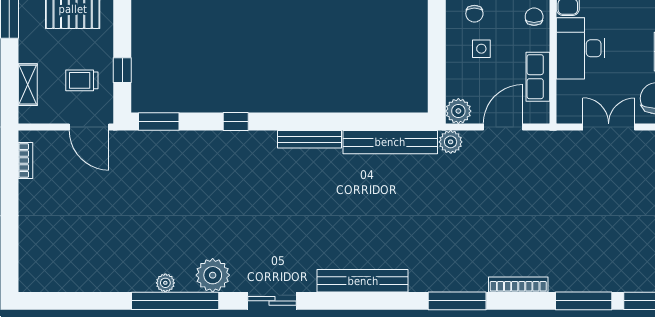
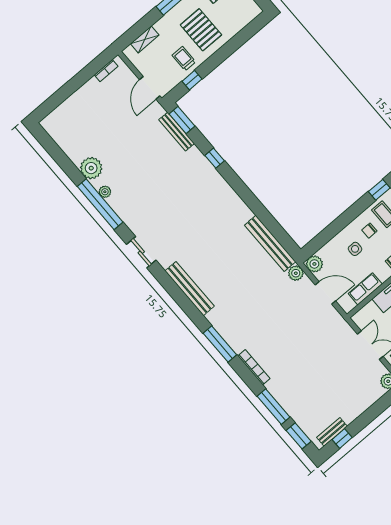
trolley: (82, 80) -> (184, 59), moved
bench: (310, 139) -> (177, 132), moved
plant: (213, 275) -> (91, 168), moved

